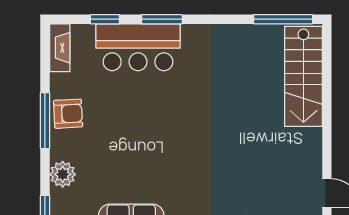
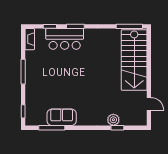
stairs: (303, 76) -> (134, 60), width x1.36, depth x1.51
armchair: (68, 114) -> (33, 69), removed
plant: (63, 174) -> (31, 96), removed

